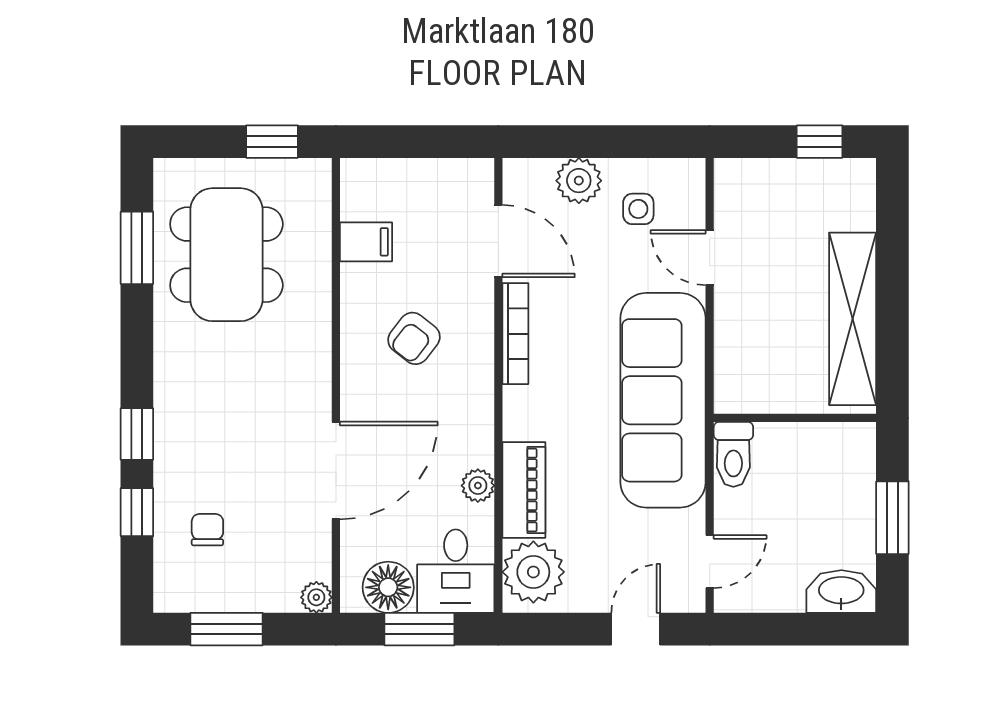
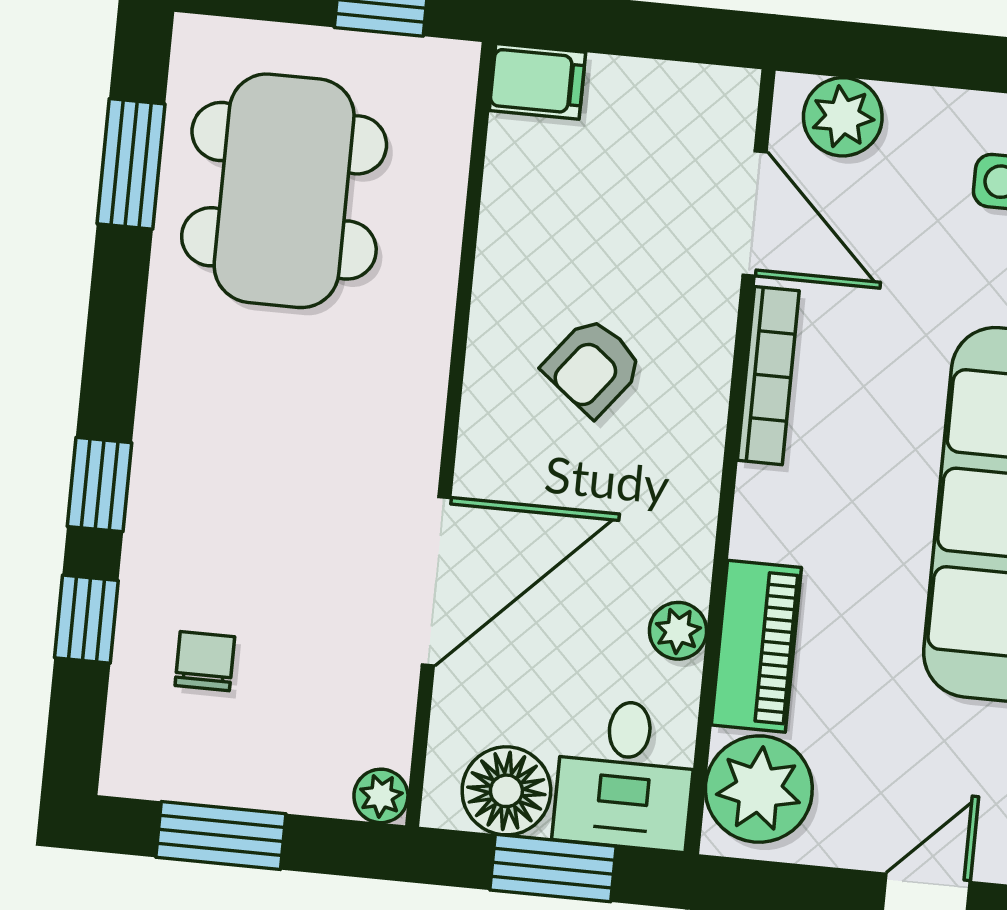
plant: (579, 181) -> (843, 117), moved
filing cabinet: (366, 242) -> (537, 81), moved

